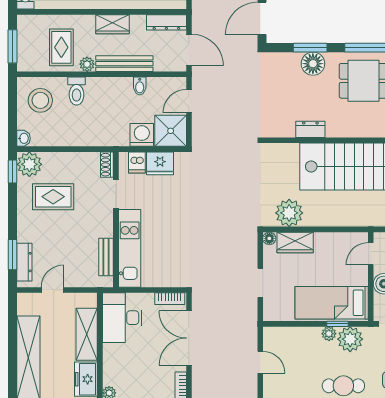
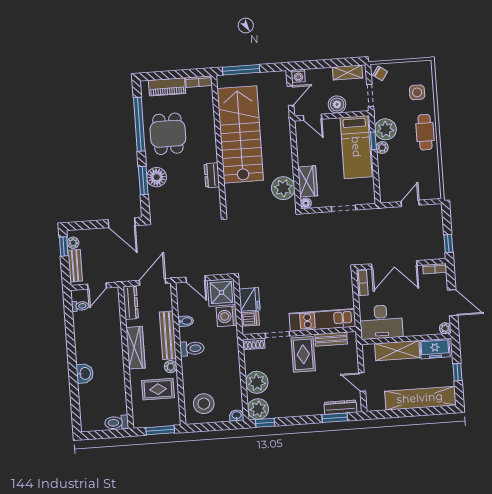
wardrobe: (112, 24) -> (136, 348), width x1.50
toilet: (77, 91) -> (192, 348), moved
plant: (61, 165) -> (257, 382), added
rug: (53, 197) -> (303, 354), moved

